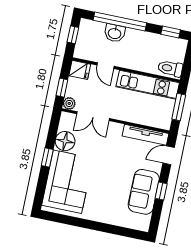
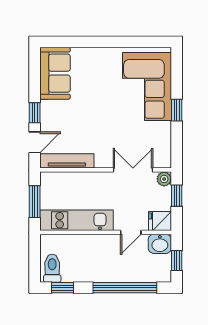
washbasin: (115, 33) -> (160, 244), moved, turned 180
door: (106, 66) -> (131, 232), swing flipped
toilet: (170, 68) -> (52, 268), moved, turned -90
floor lamp: (65, 141) -> (160, 134), removed
window: (161, 191) -> (35, 113), moved
sofa: (144, 192) -> (55, 73), moved

